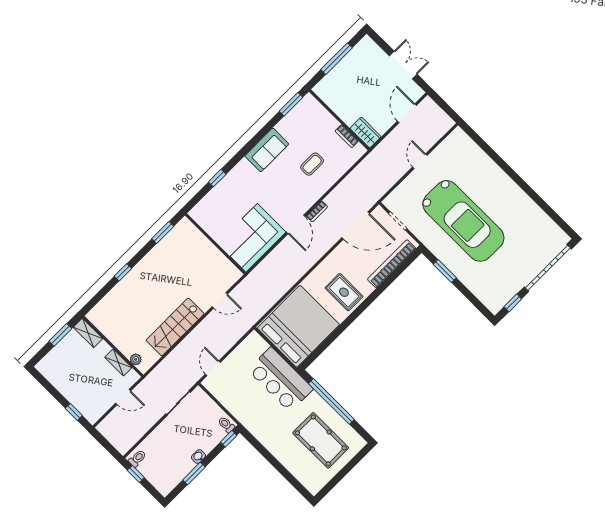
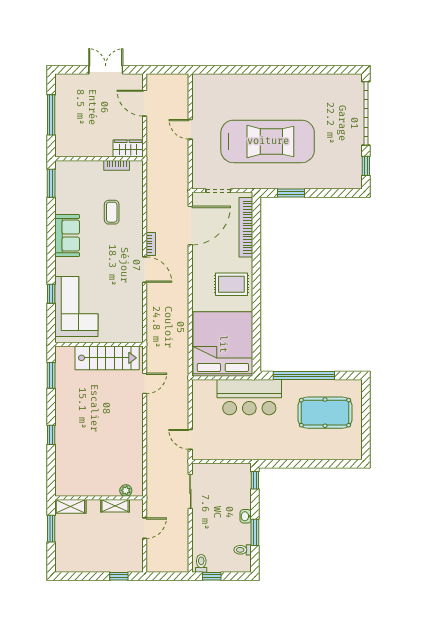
corner sofa: (252, 238) -> (76, 306), moved, turned 180
stairs: (175, 327) -> (107, 358), moved, turned -90
toilet: (226, 425) -> (243, 550), moved

